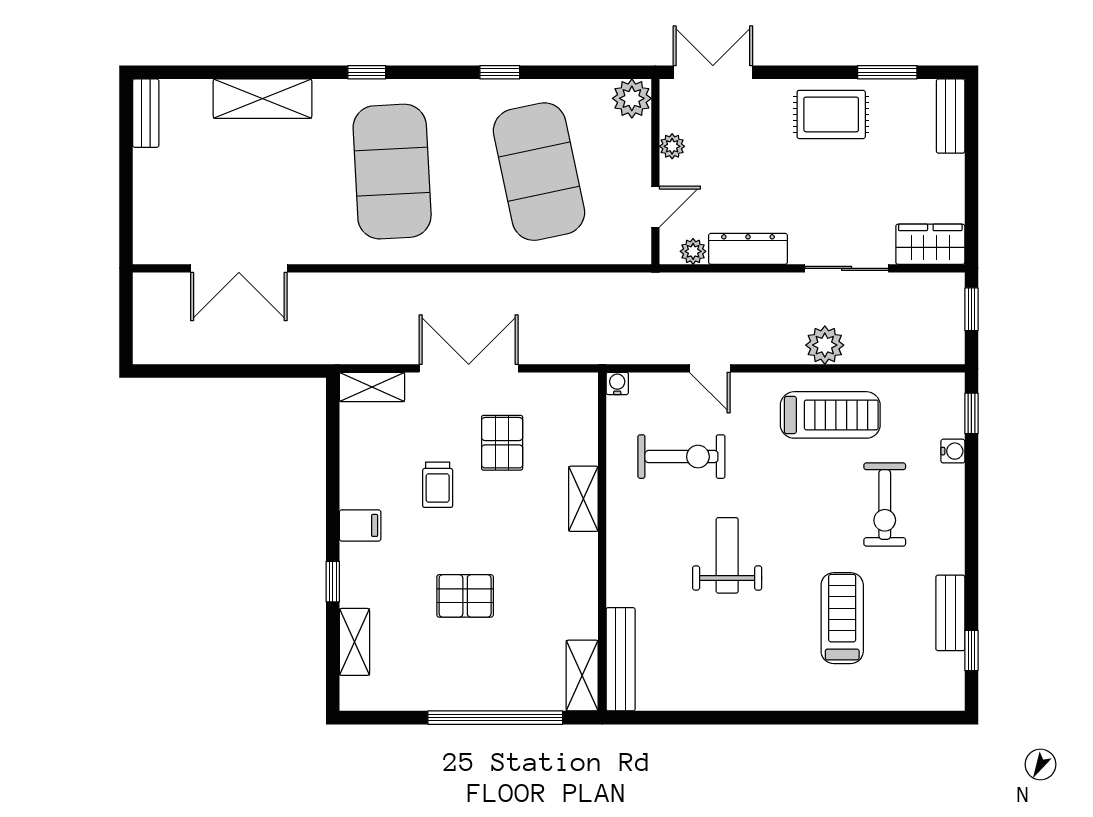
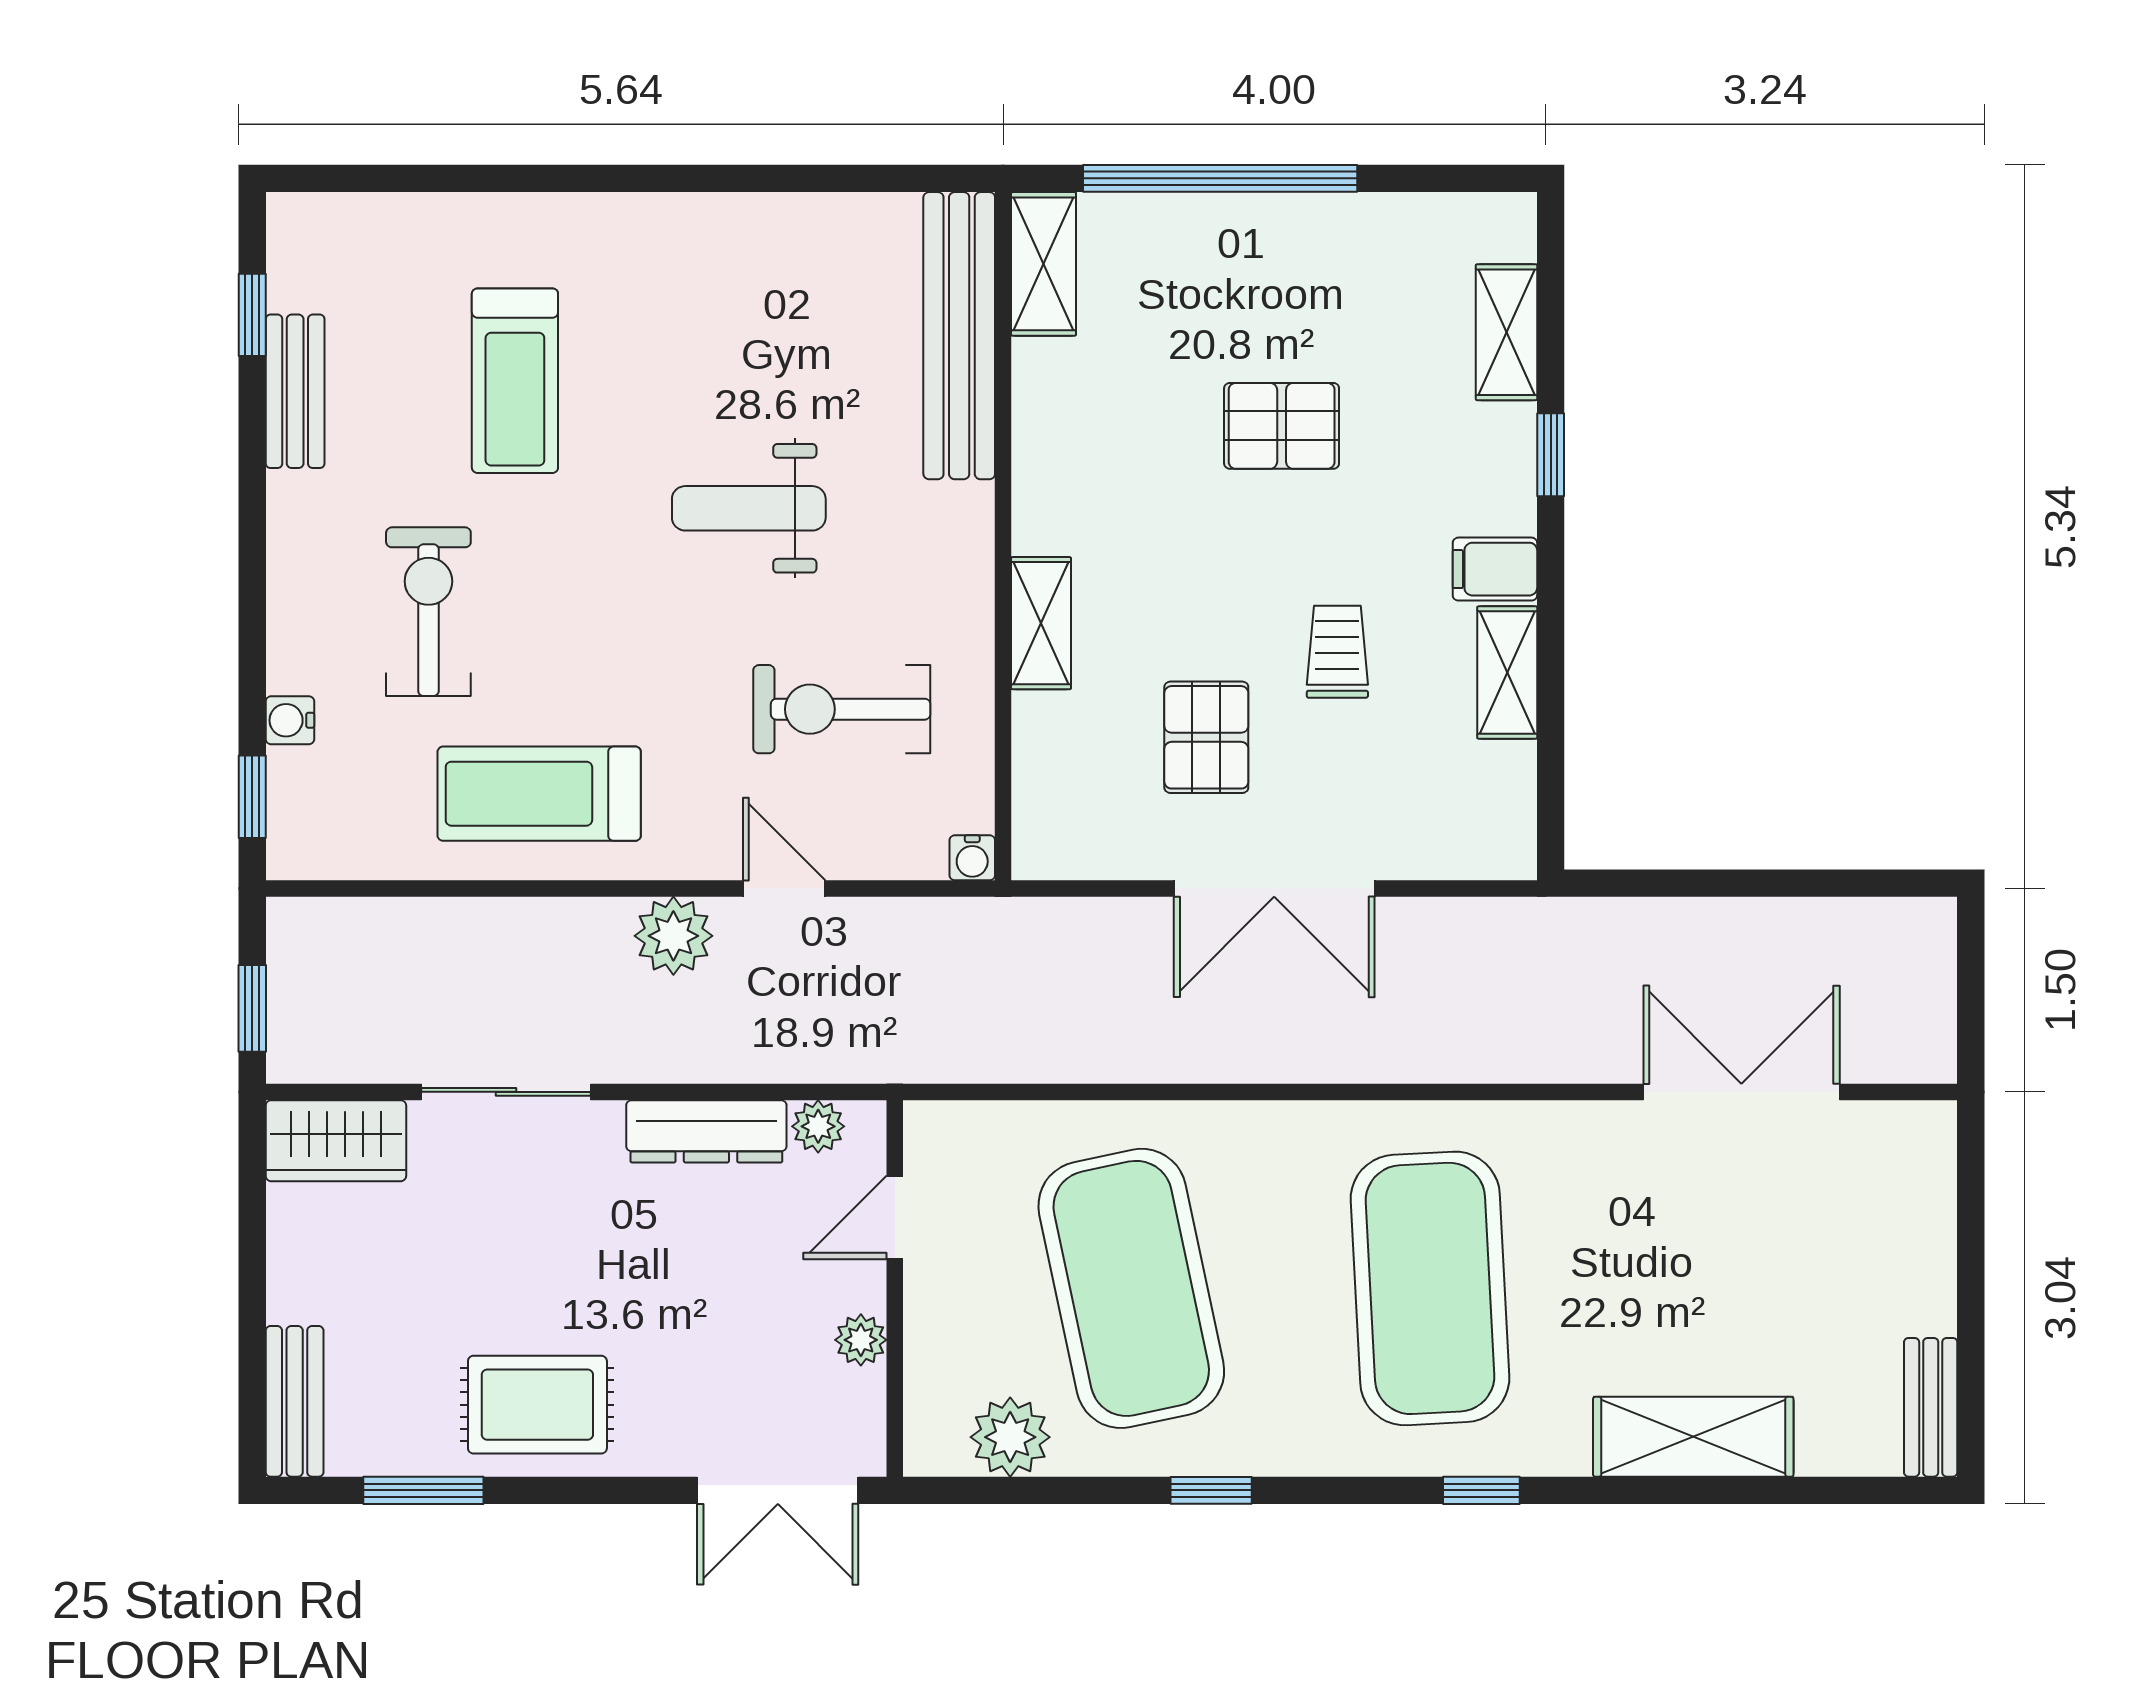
plant: (632, 98) -> (1010, 1437), moved
plant: (825, 345) -> (673, 936), moved
shelving: (372, 387) -> (1507, 673), moved, turned 90
weight bench: (727, 555) -> (749, 508), turned 90
bench: (621, 659) -> (959, 336), width x1.37, depth x1.21

